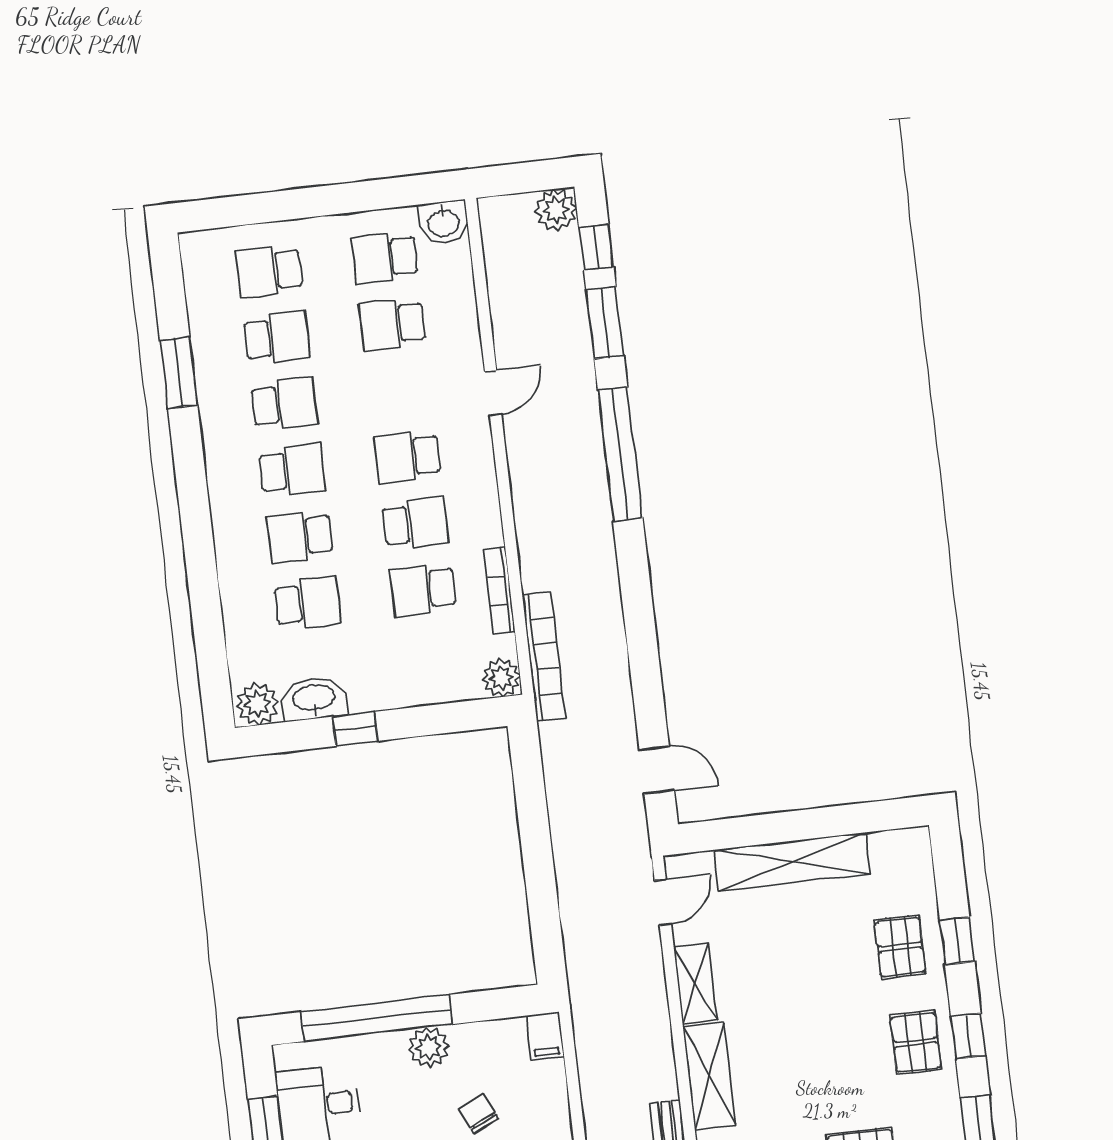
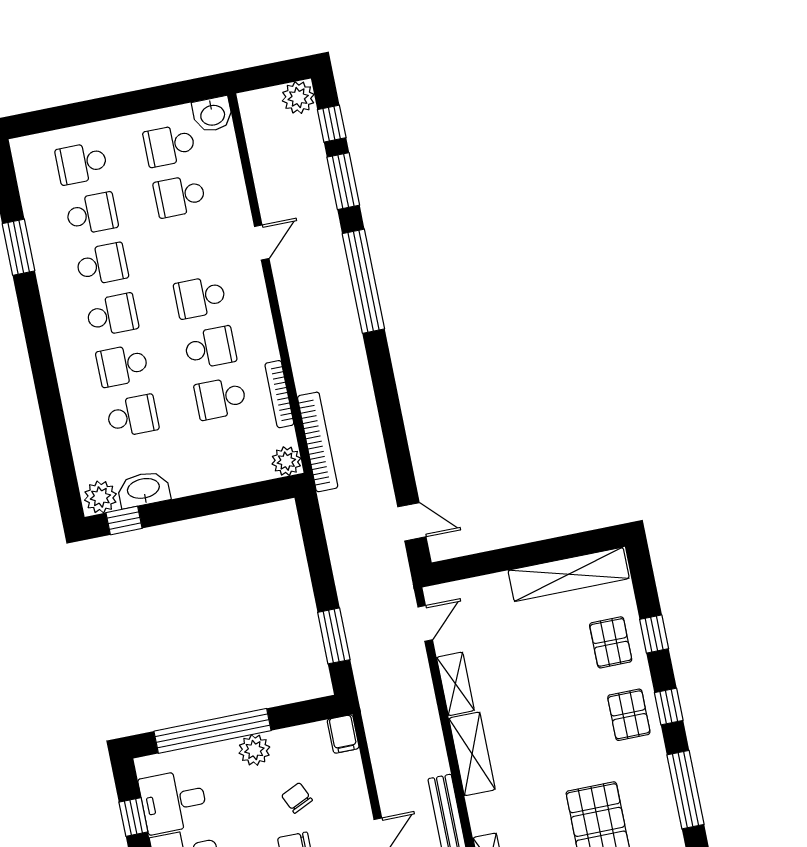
window: (355, 729) -> (124, 521), moved
shelving: (792, 862) -> (569, 574), moved
window: (544, 909) -> (334, 636), added

